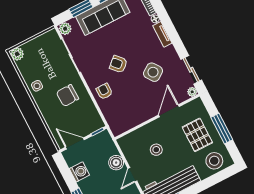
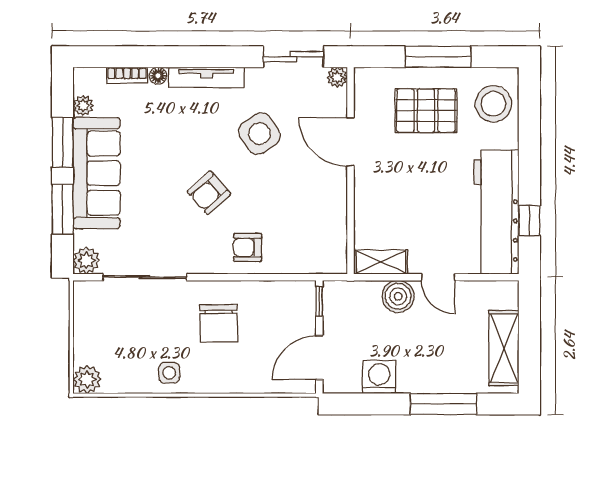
tv unit: (162, 34) -> (206, 77), width x1.41
shelving: (126, 148) -> (381, 262), added
stool: (156, 150) -> (413, 205), removed

